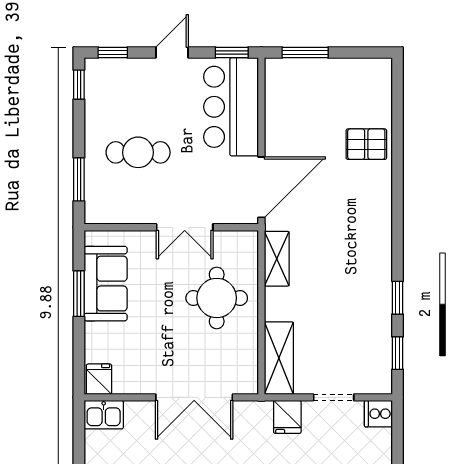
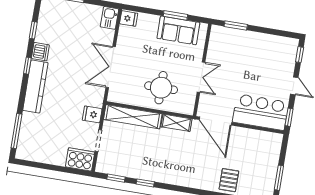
window: (305, 53) -> (279, 178), moved
window: (79, 85) -> (286, 34), removed
cafe table: (138, 152) -> (245, 59), removed
double door: (185, 227) -> (201, 77), swing flipped
shelving: (279, 358) -> (133, 117), width x1.47
cooker: (378, 414) -> (80, 159), width x1.87, depth x1.31

